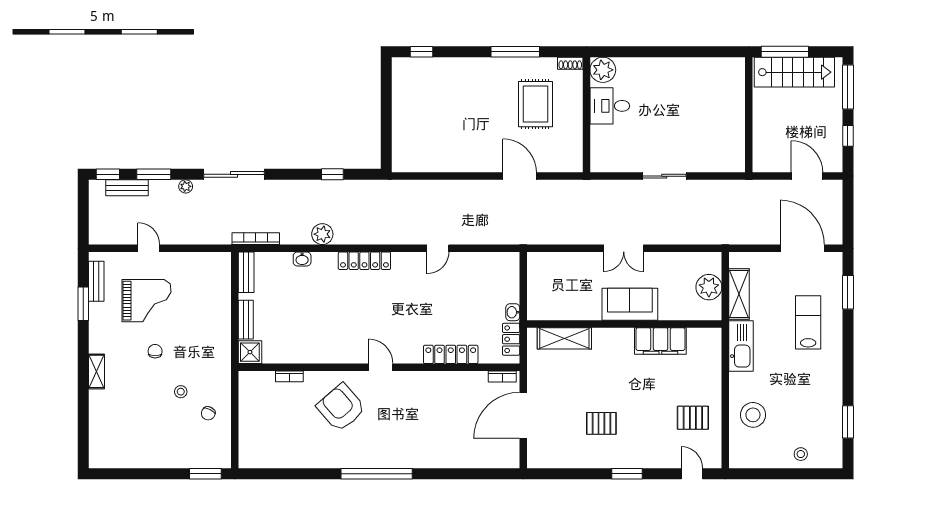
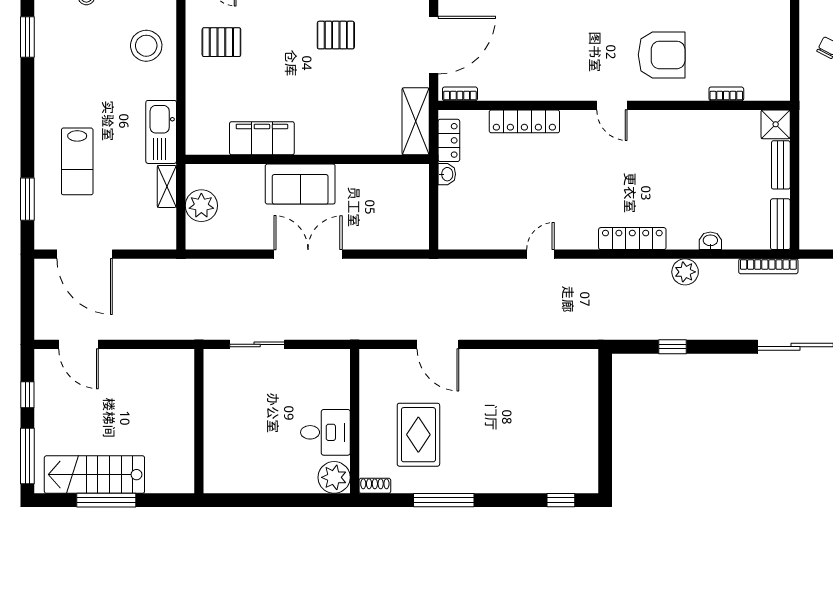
wall: (749, 115) -> (199, 421), moved
double door: (624, 248) -> (308, 254), width x1.37
shelving: (739, 294) -> (167, 186), width x0.67, depth x0.75
shelving: (564, 338) -> (416, 121), moved, turned 90
armchair: (341, 407) -> (662, 55), turned -49

